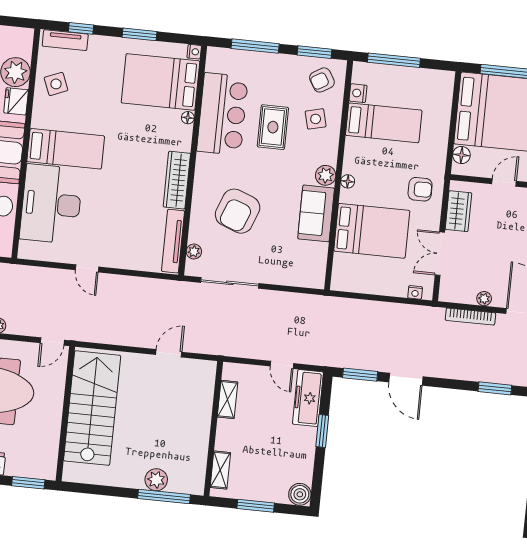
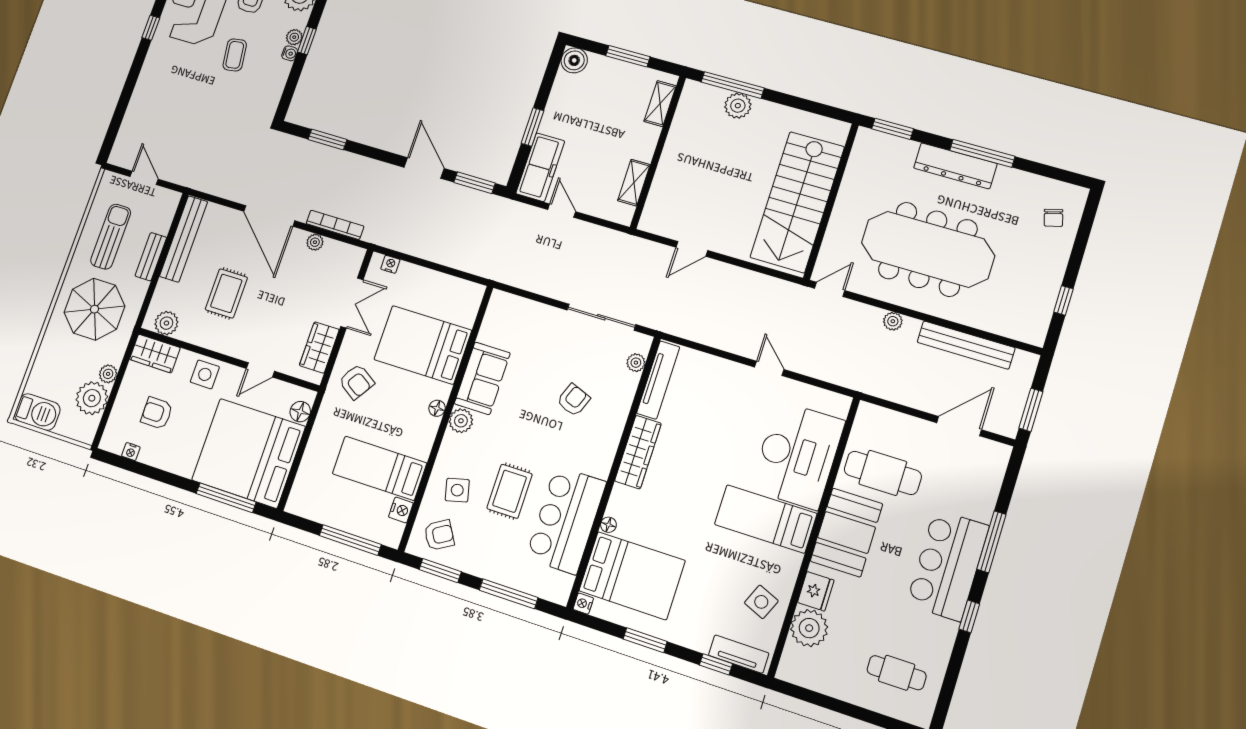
side table: (56, 84) -> (761, 602), turned 45
armchair: (420, 189) -> (356, 382), turned -147
armchair: (238, 211) -> (574, 400), width x0.53, depth x0.53

